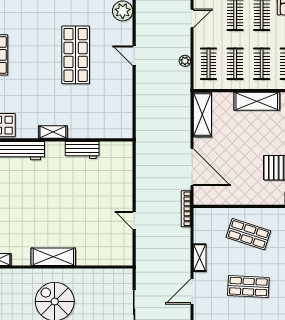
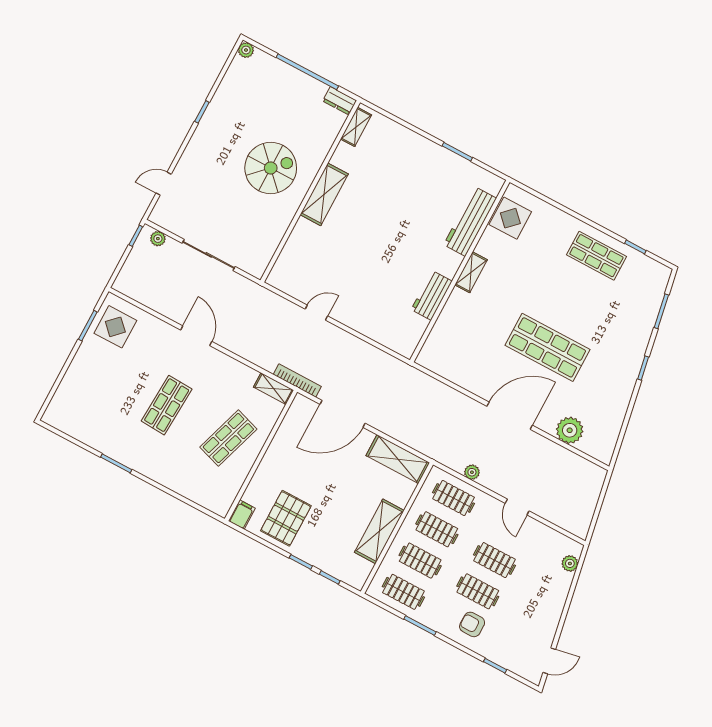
door: (134, 56) -> (510, 416), width x1.88
shelving: (200, 258) -> (274, 389), moved

